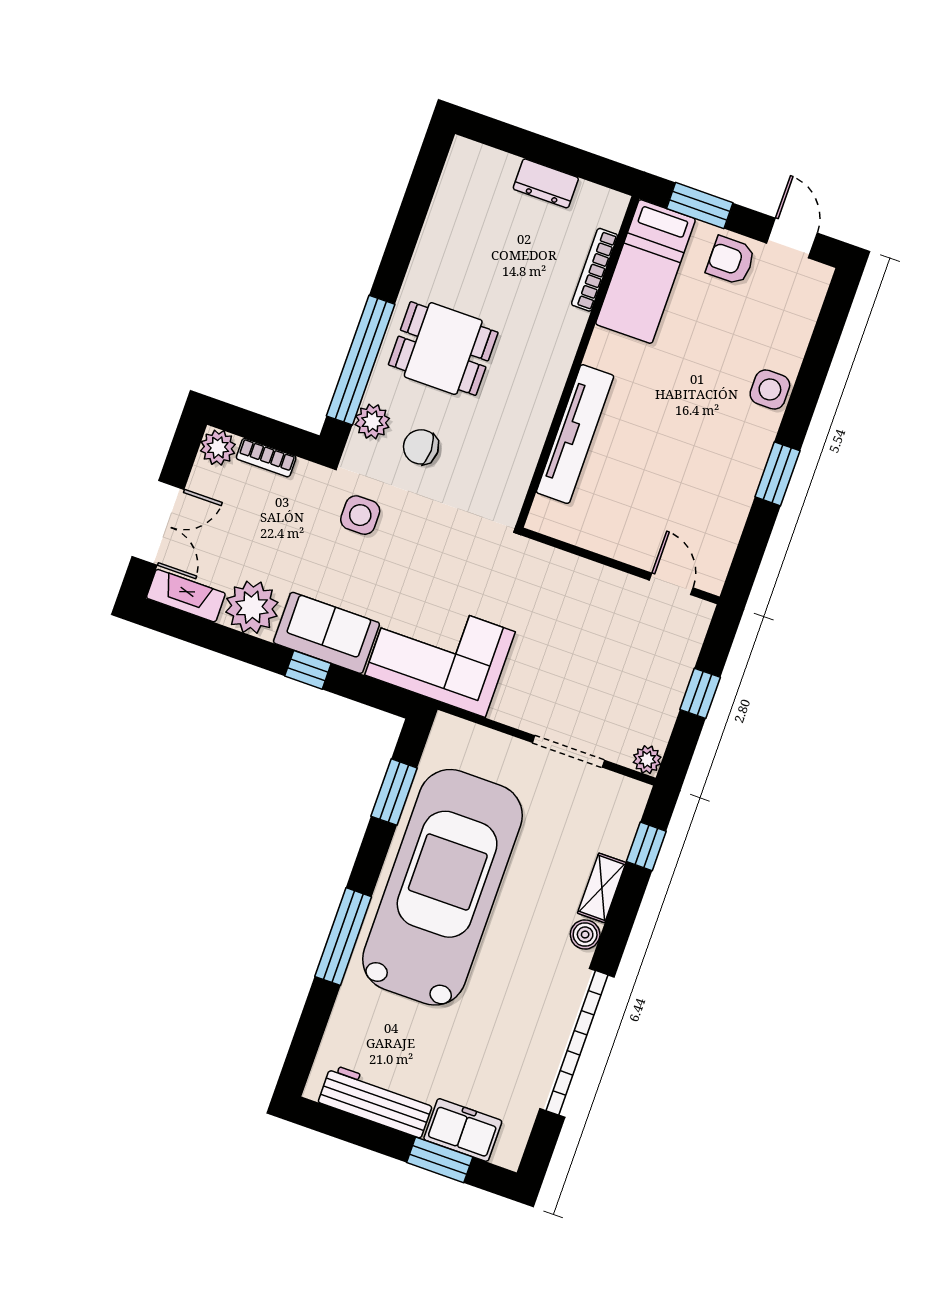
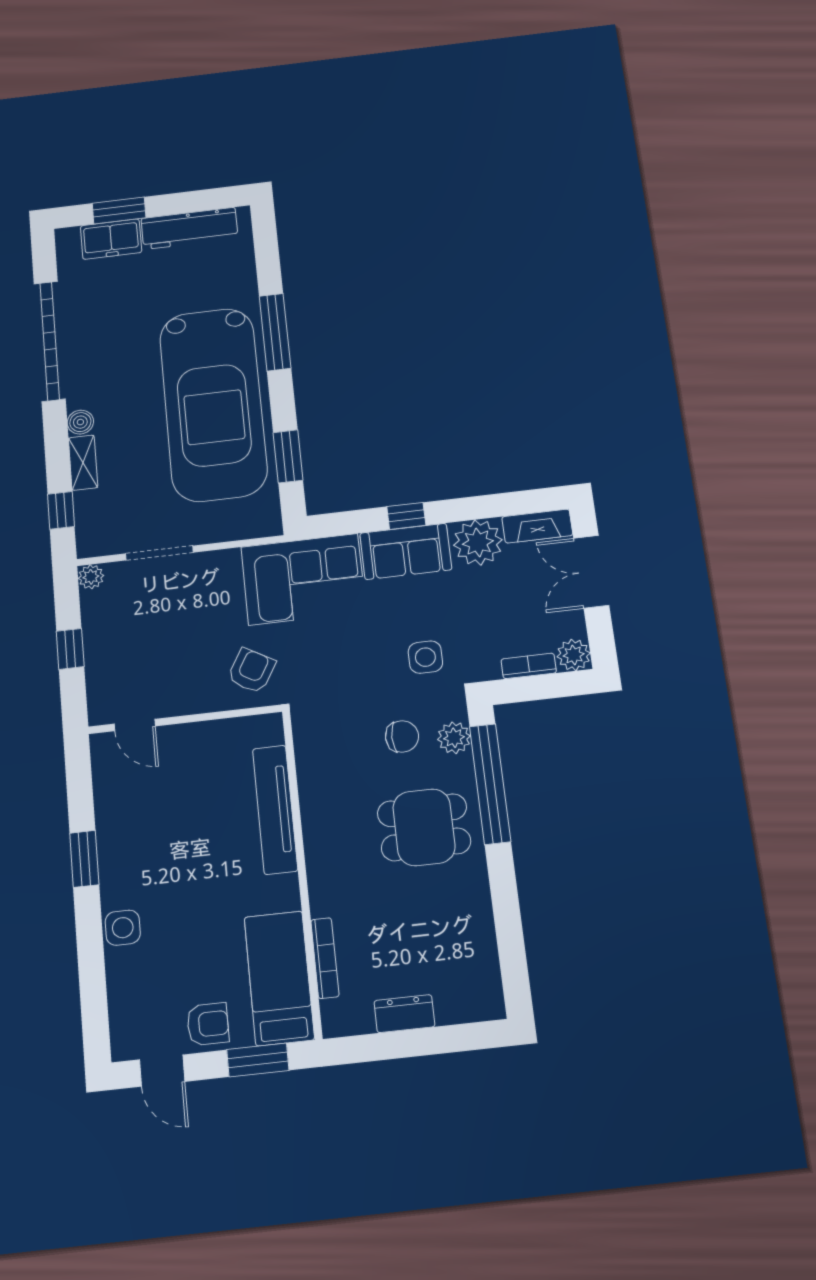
armchair: (534, 584) -> (252, 671), added

